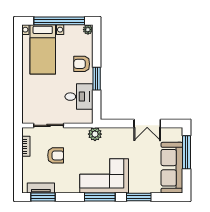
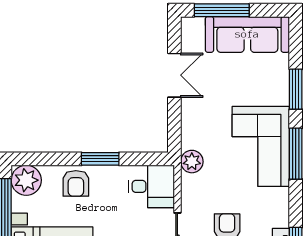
plant: (88, 30) -> (26, 180), width x1.87, depth x1.87
desk: (79, 97) -> (151, 186), moved, turned 90

